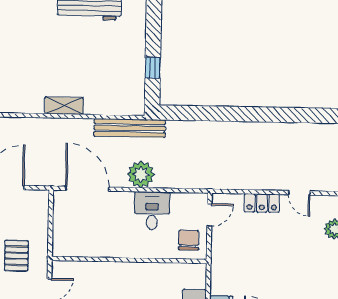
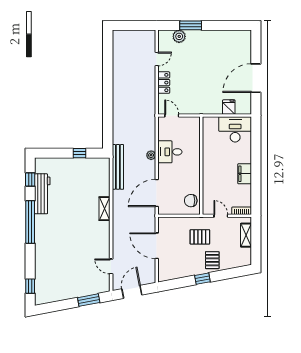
plant: (141, 174) -> (151, 155), width x0.53, depth x0.53
chair: (189, 240) -> (191, 201), moved

